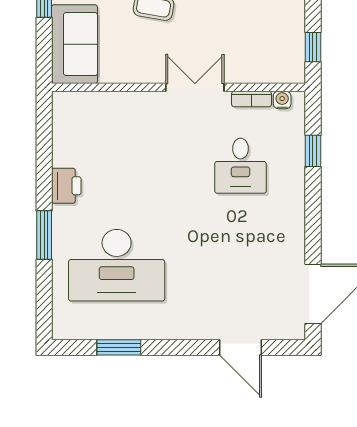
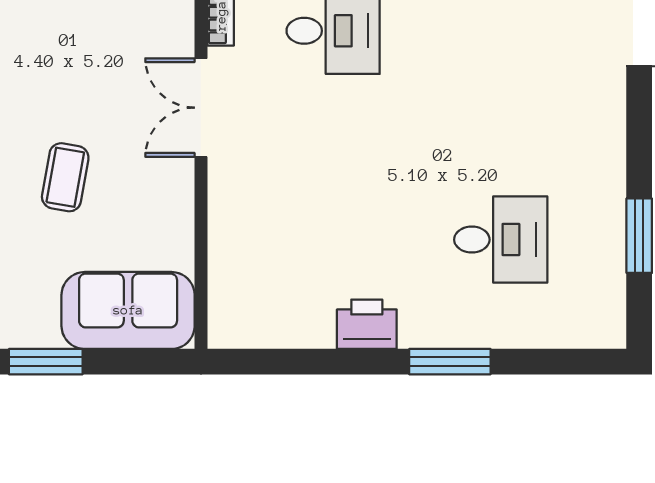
desk: (117, 265) -> (501, 240), width x0.53, depth x0.77

